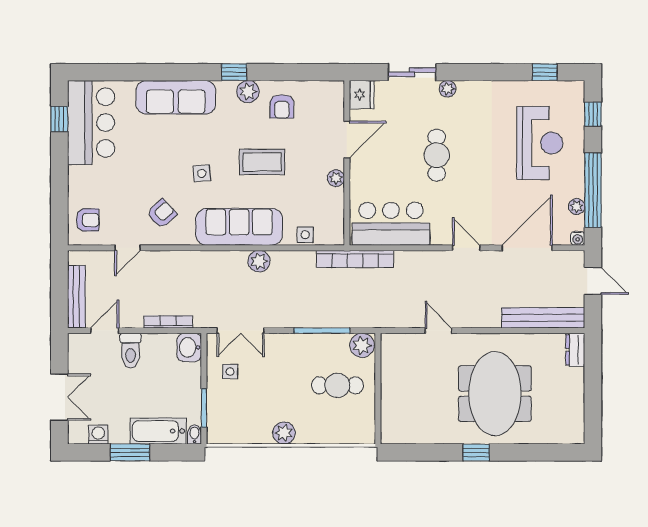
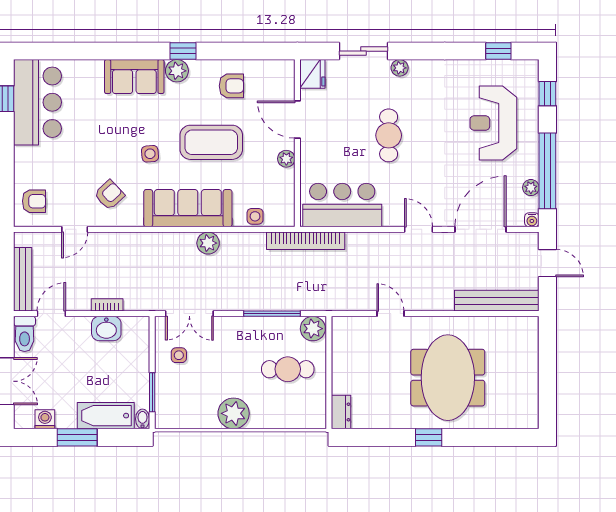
plant: (248, 92) -> (177, 71), moved
sofa: (176, 97) -> (134, 77), width x0.73
armchair: (282, 106) -> (231, 86), turned -90
door: (347, 140) -> (297, 120), swing flipped
reception desk: (540, 143) -> (493, 123), turned 180
coffee table: (262, 162) -> (211, 142), width x1.36, depth x1.32
bookcase: (168, 322) -> (107, 305), width x0.64
washbasin: (189, 347) -> (106, 328), moved, turned -90
dresser: (575, 350) -> (341, 412), moved, turned 180
toilet: (131, 351) -> (25, 334), moved
plant: (284, 433) -> (234, 413), width x1.36, depth x1.36

